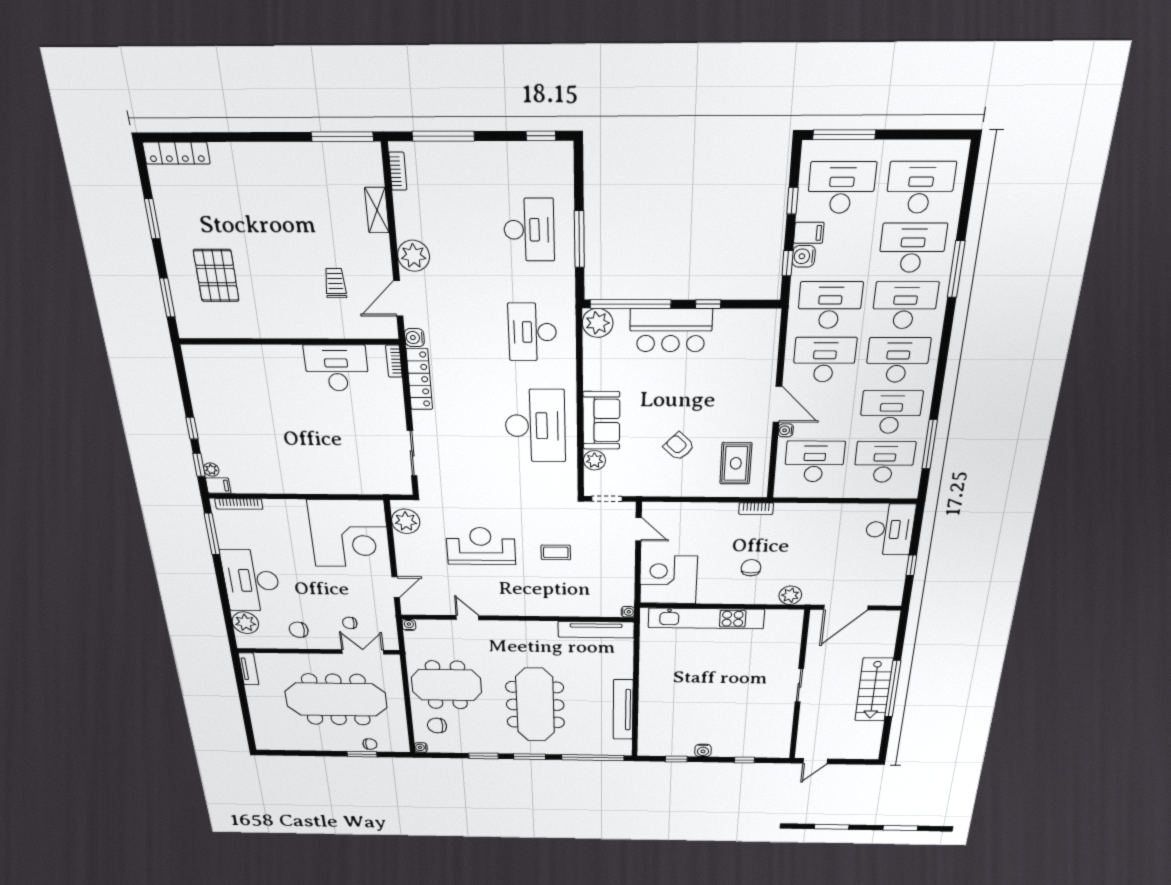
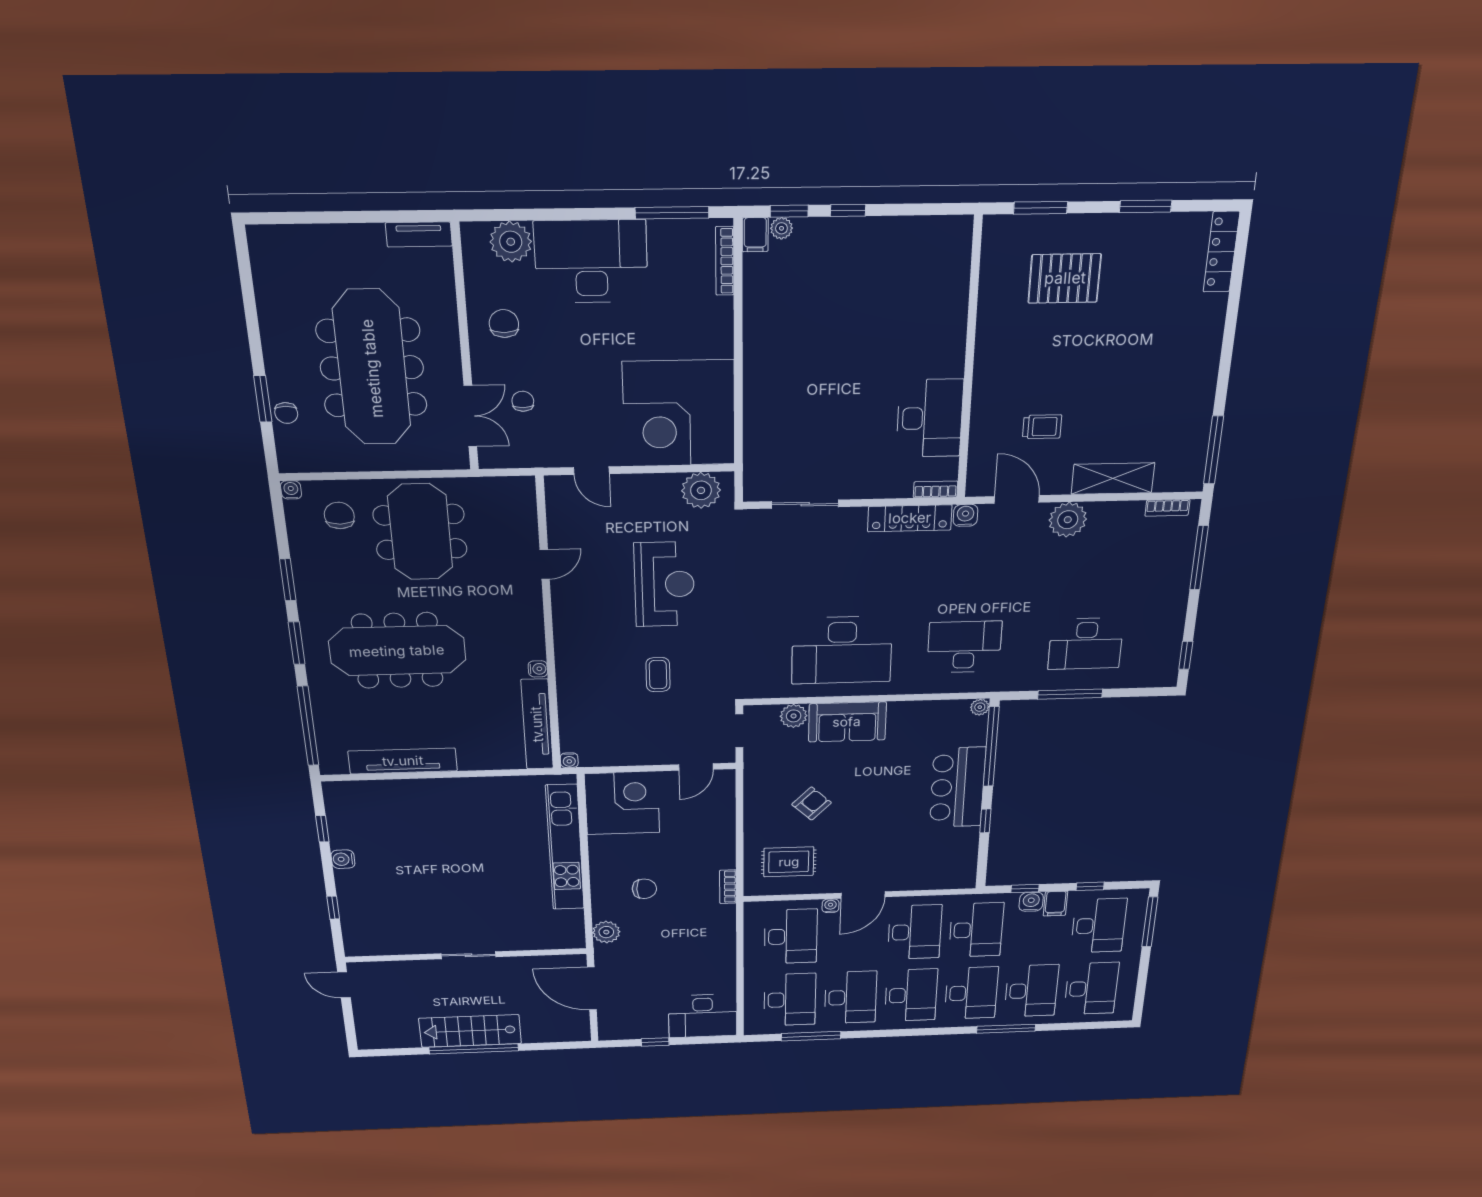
shelving: (377, 210) -> (1113, 479), width x1.50, depth x1.33
plant: (598, 323) -> (980, 707), width x0.53, depth x0.53
water cooler: (409, 625) -> (538, 669), moved

